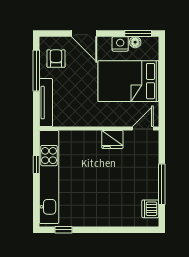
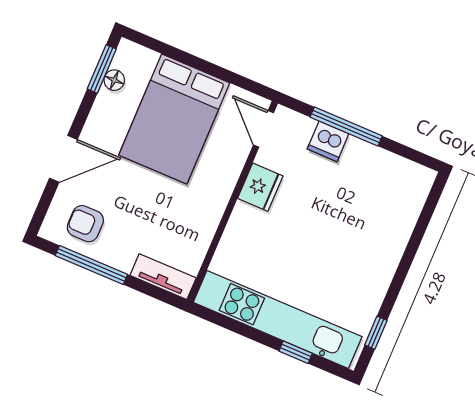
nightstand: (120, 44) -> (107, 106), removed
tv unit: (46, 103) -> (163, 277), width x0.71
window: (36, 165) -> (296, 352), moved
window: (162, 184) -> (346, 126), moved
dishwasher: (150, 209) -> (328, 141), moved

